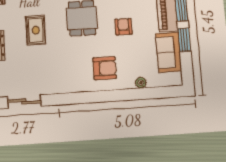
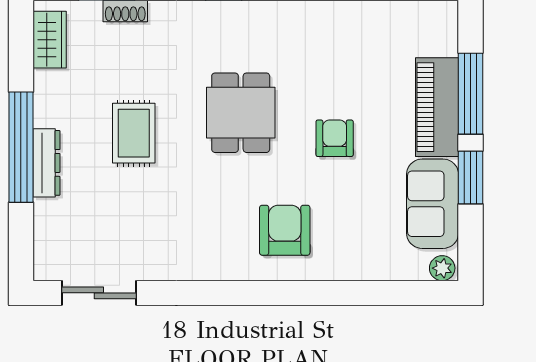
armchair: (105, 68) -> (285, 230), turned -90
plant: (141, 83) -> (442, 268), moved

